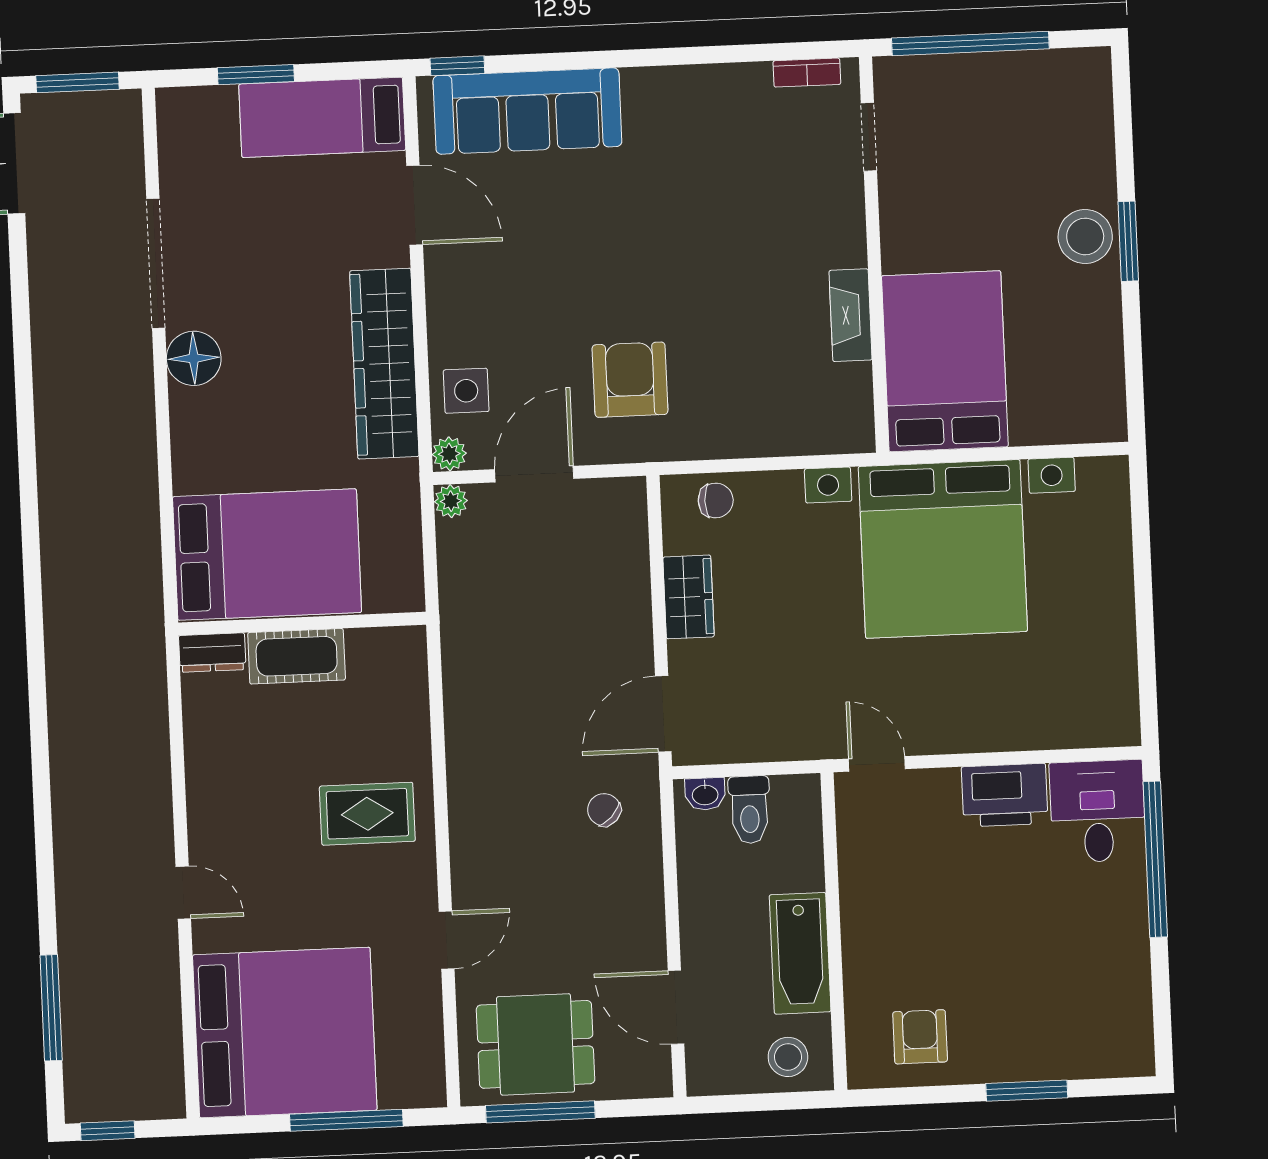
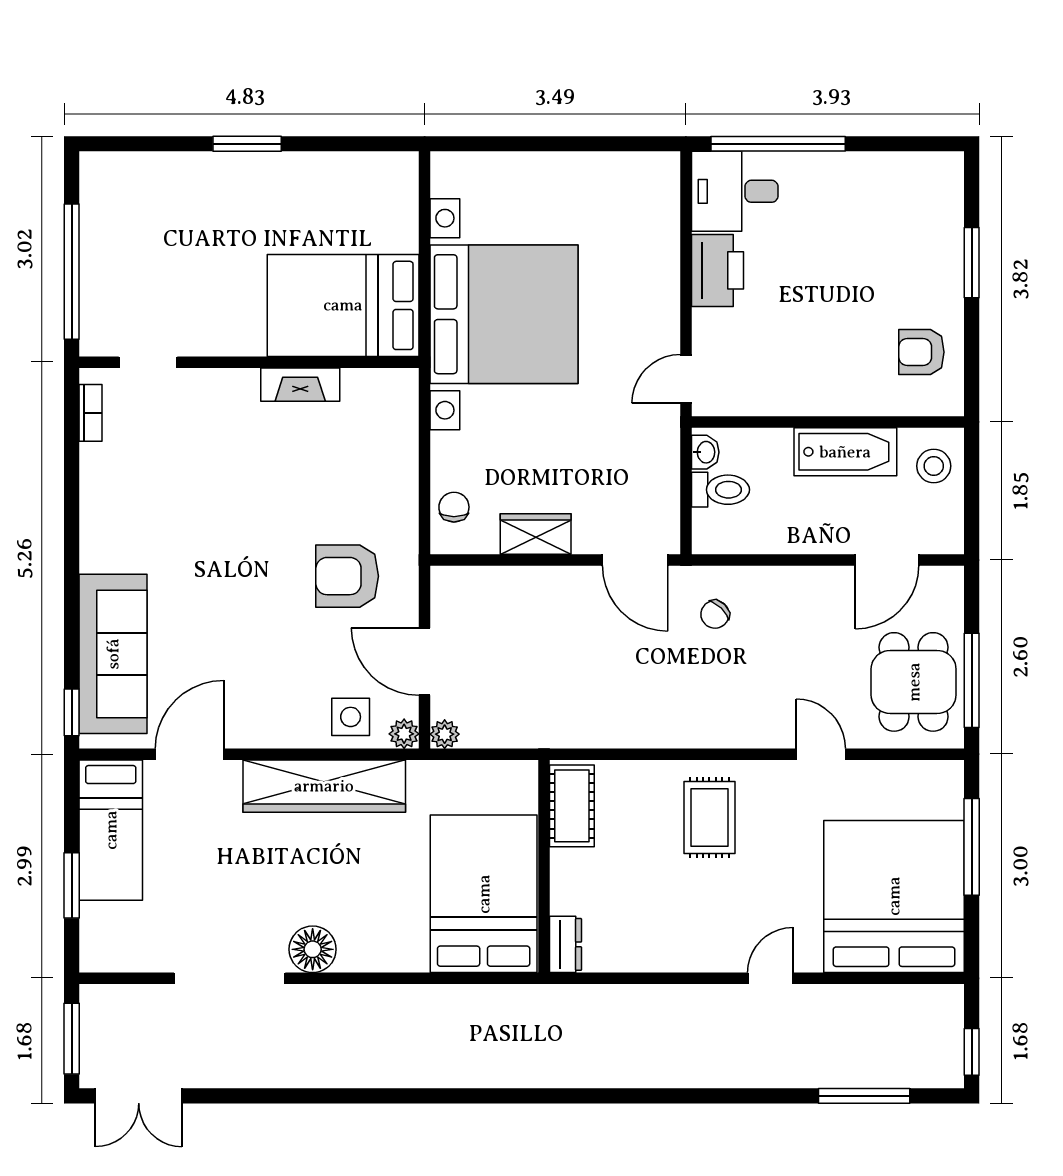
stool: (1085, 236) -> (242, 180), removed
cot: (297, 656) -> (572, 806), moved
washbasin: (705, 794) -> (705, 452), moved

